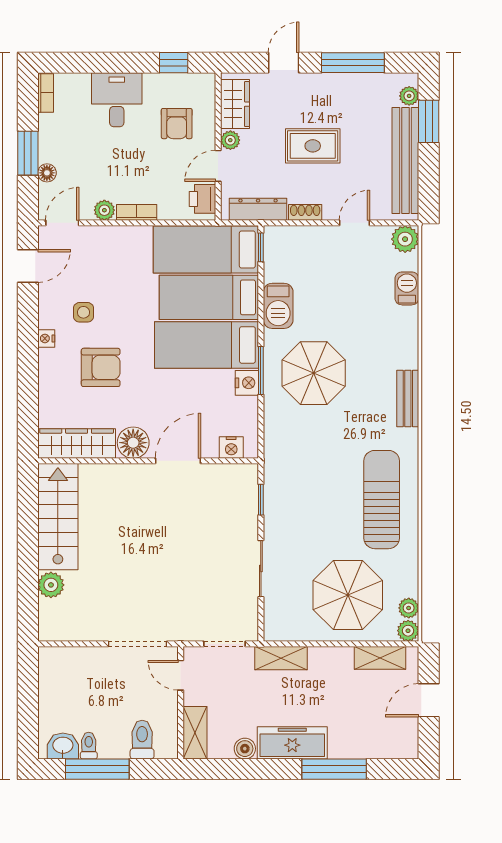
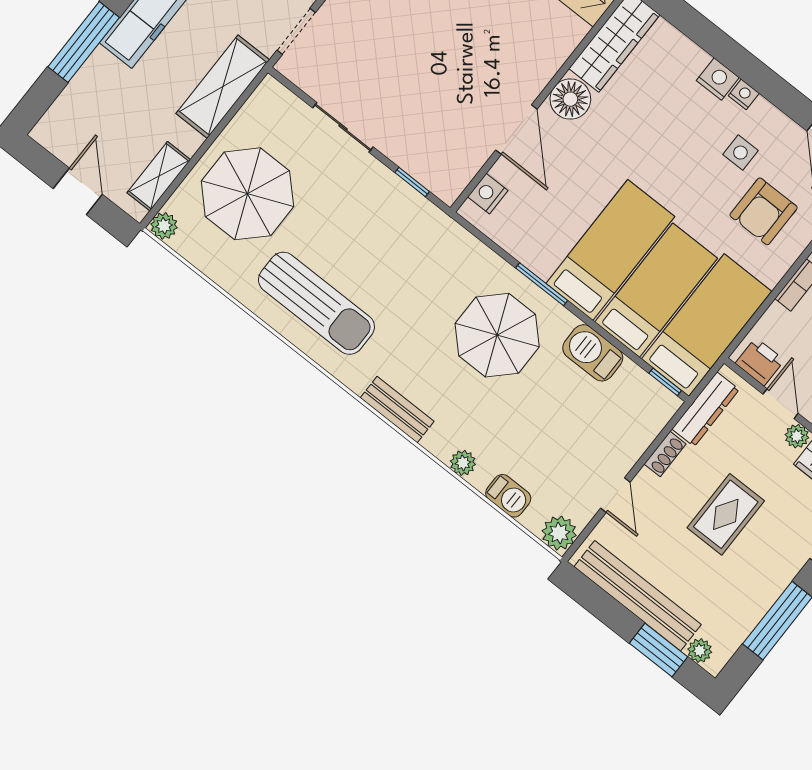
armchair: (101, 367) -> (764, 211), moved
nightstand: (247, 383) -> (718, 79), moved, turned 180
plant: (409, 608) -> (463, 463), moved
shelving: (281, 658) -> (223, 87), width x1.50, depth x1.33

